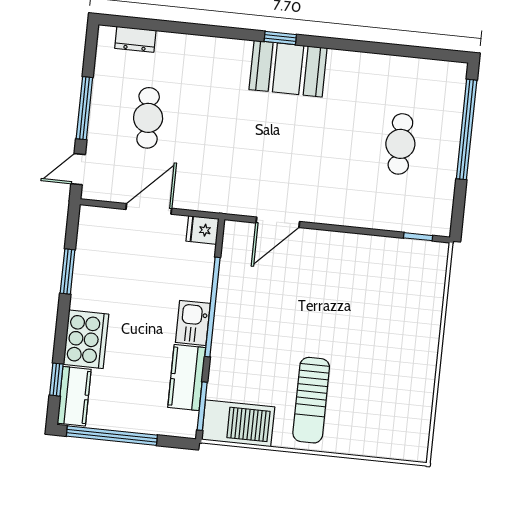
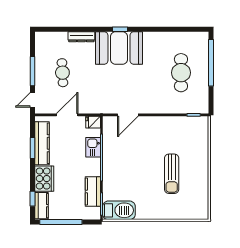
dresser: (135, 39) -> (81, 37), moved, width x1.44
booth: (288, 69) -> (119, 48), width x1.36, depth x1.42
cafe table: (400, 144) -> (181, 73), width x1.37, depth x1.35
kitchen counter: (89, 264) -> (42, 143), added
kitchen sink: (193, 323) -> (93, 147), moved
sun lounger: (311, 400) -> (172, 174), moved

